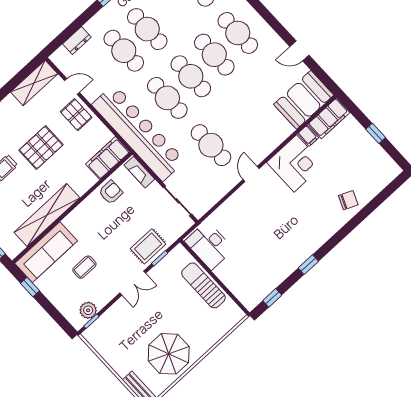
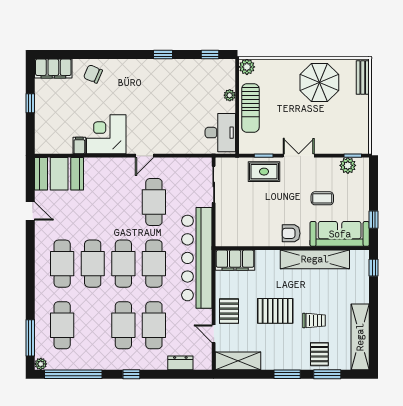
filing cabinet: (329, 118) -> (53, 69), moved, turned 180
fireplace: (139, 172) -> (222, 230), removed
armchair: (111, 192) -> (291, 233), moved
plant: (228, 281) -> (230, 95), added
plant: (235, 315) -> (247, 67), added

